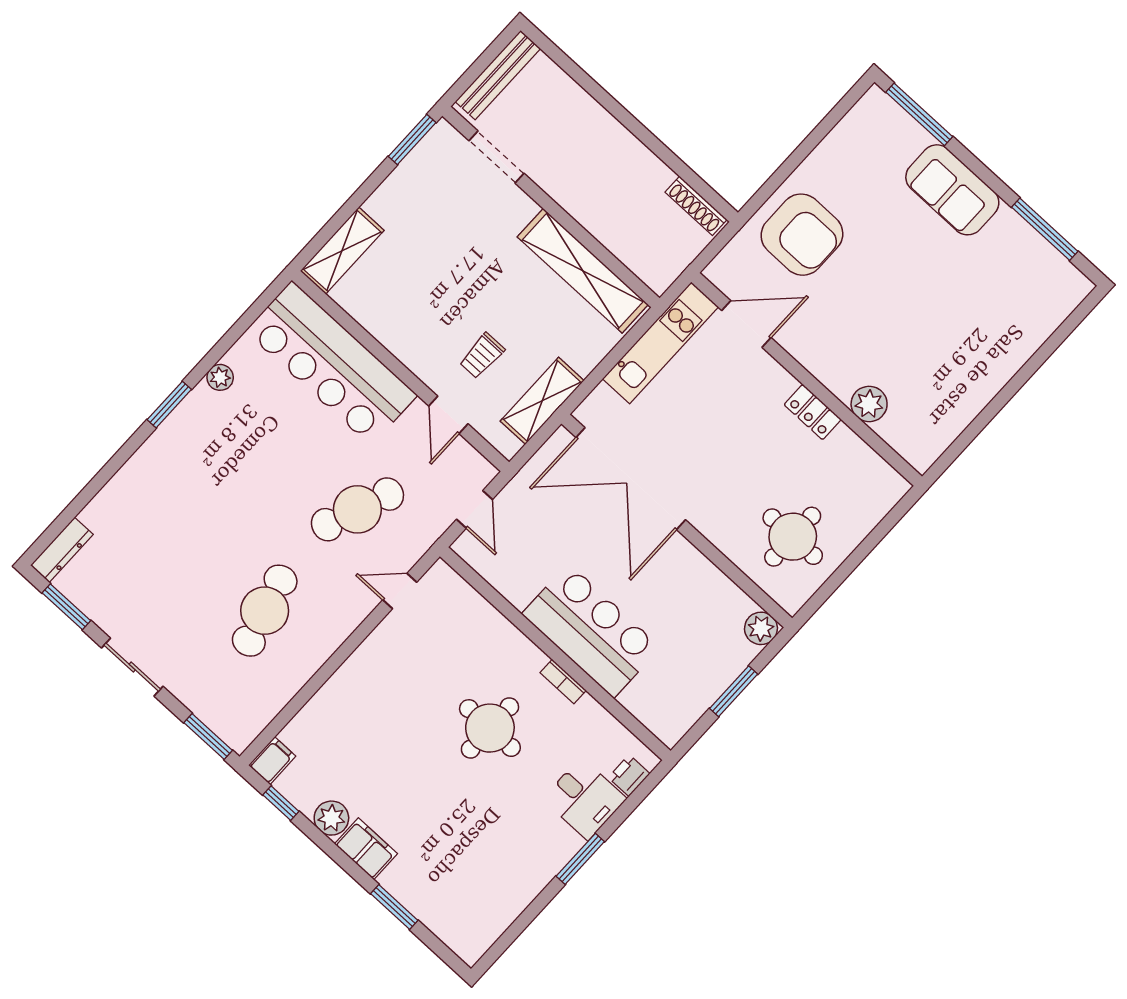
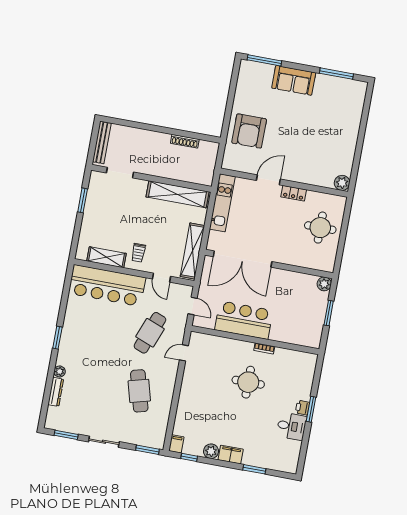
window: (412, 140) -> (83, 200), moved
shoe rack: (696, 206) -> (185, 141), moved
armchair: (802, 235) -> (249, 131), turned 90
shelving: (342, 251) -> (107, 257), moved, turned 90
door: (746, 324) -> (268, 180), moved
trolley: (482, 356) -> (138, 253), moved
plant: (220, 377) -> (60, 371), moved
shelving: (542, 401) -> (192, 251), width x1.47
plant: (869, 404) -> (342, 183), moved
round table: (793, 537) -> (320, 228), moved
dresser: (62, 550) -> (56, 392), moved
bar counter: (591, 631) -> (244, 320), moved
printer: (629, 776) -> (302, 408), moved
desk: (584, 799) -> (291, 426), moved

